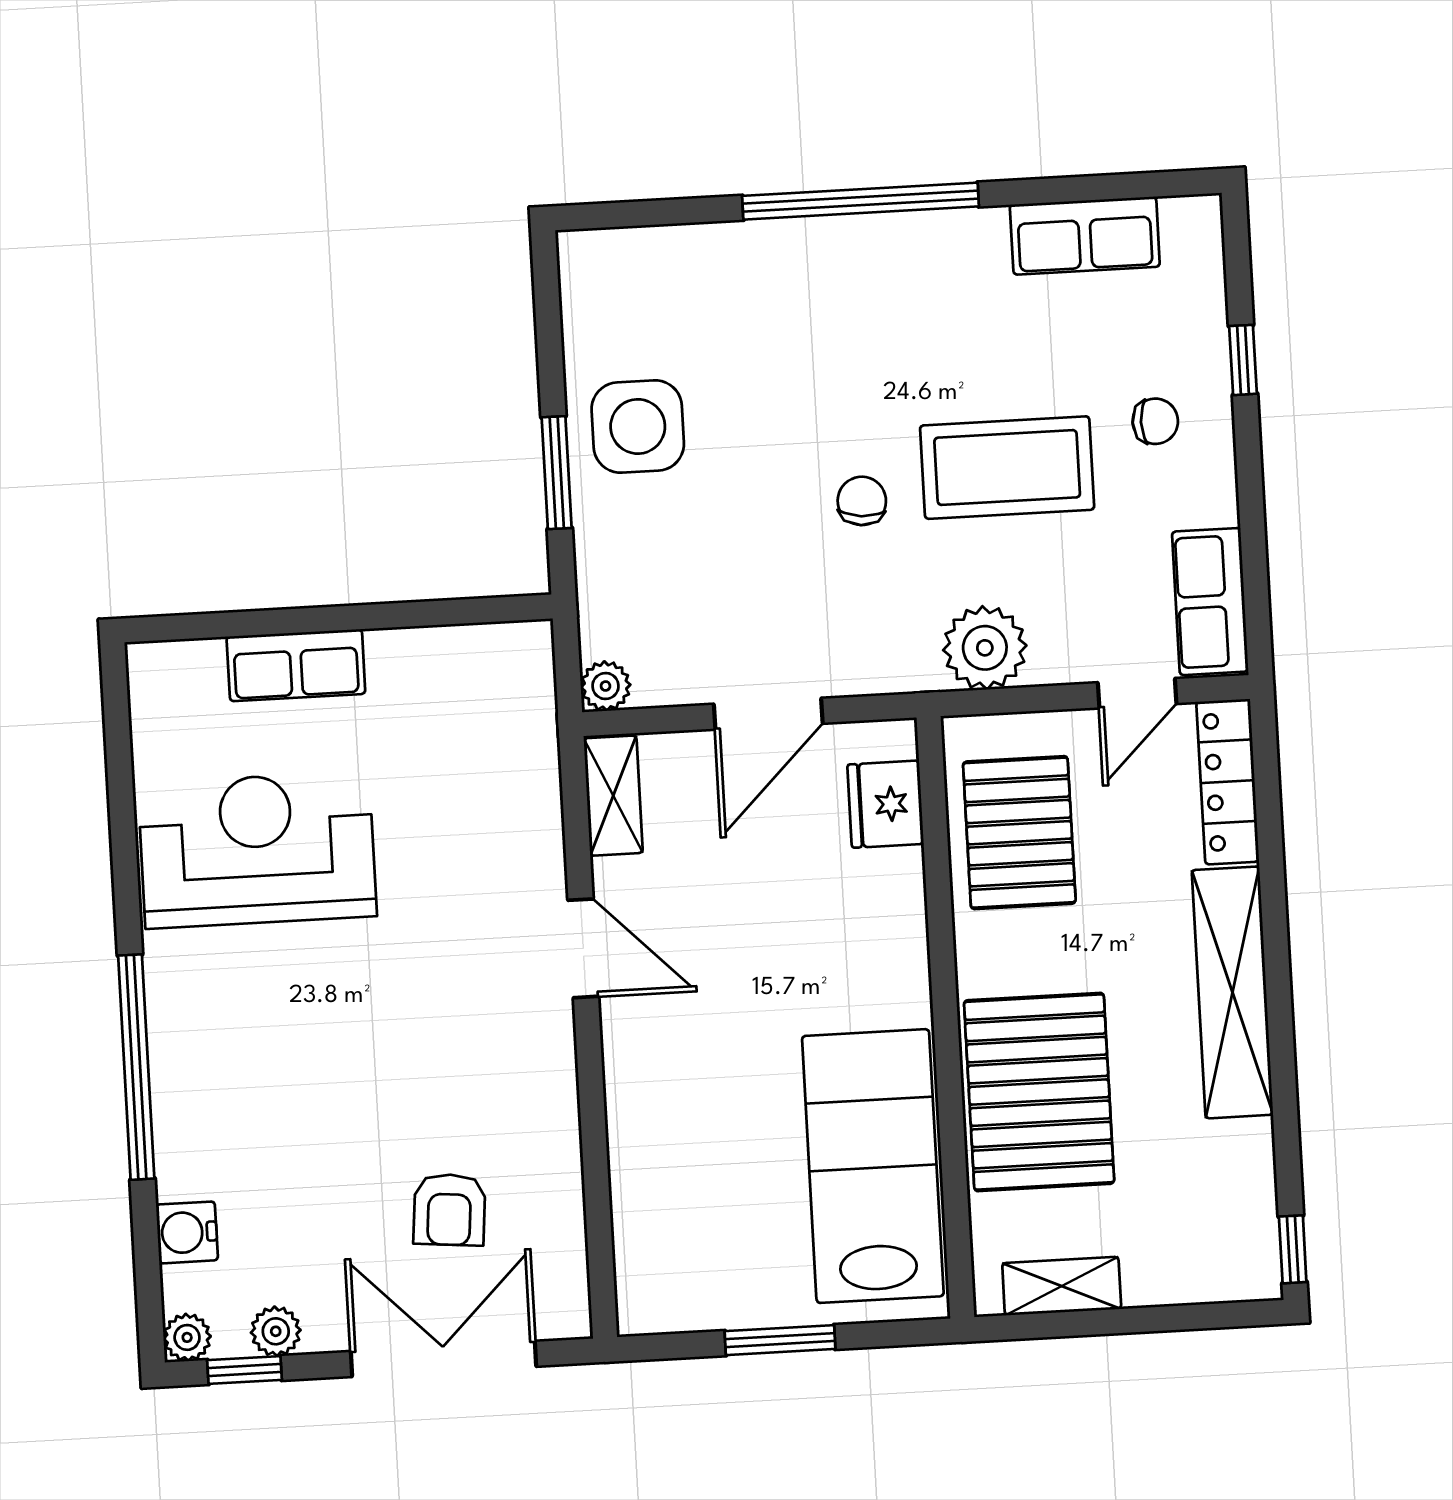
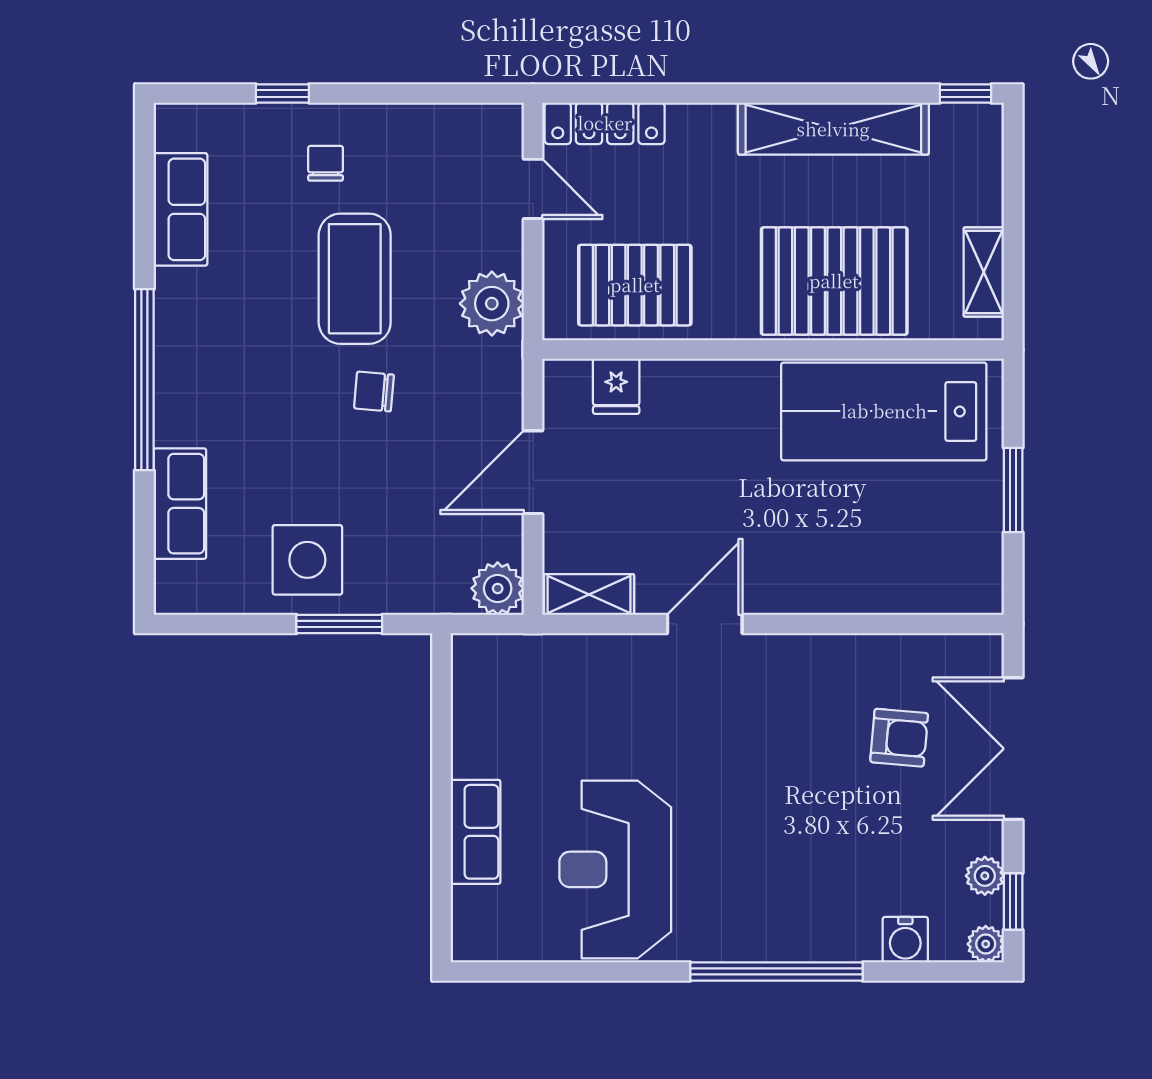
row of seats: (1210, 602) -> (180, 504), moved, turned -90
plant: (606, 686) -> (498, 588), width x1.38, depth x1.38
door: (768, 714) -> (533, 472), swing flipped
fridge: (885, 804) -> (616, 386), width x0.72
shelving: (1232, 992) -> (833, 129), moved

